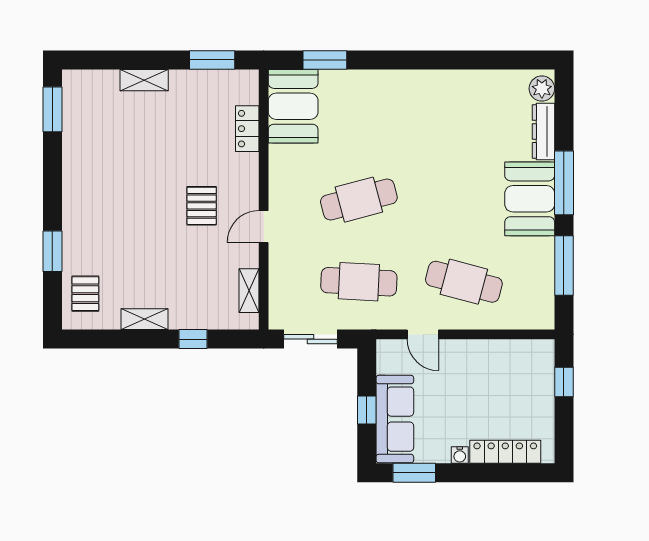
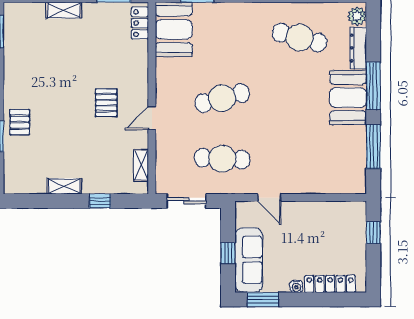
locker: (247, 129) -> (140, 23), moved
cafe table: (464, 282) -> (300, 37), moved
pallet: (85, 294) -> (20, 122), moved

